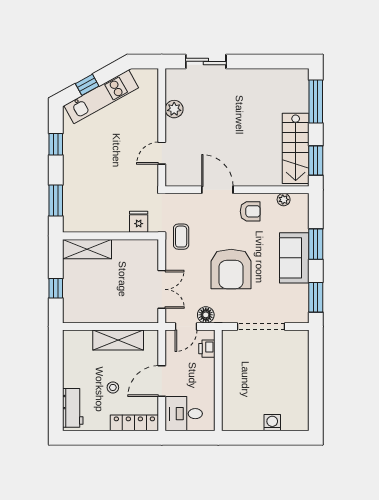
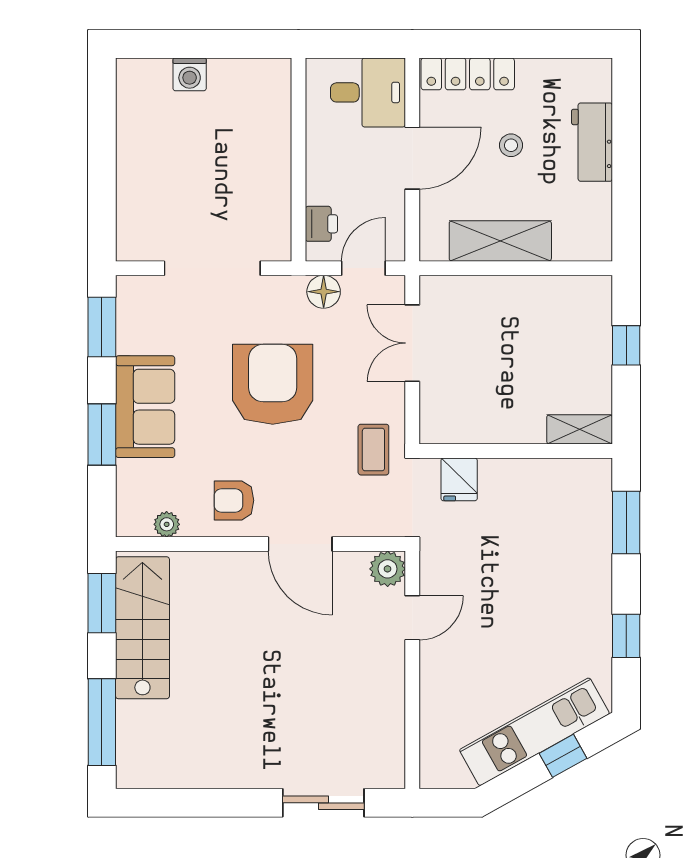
plant: (174, 109) -> (388, 569), moved
shelving: (87, 249) -> (580, 429), width x0.67, depth x0.75
workbench: (73, 408) -> (592, 142), moved

